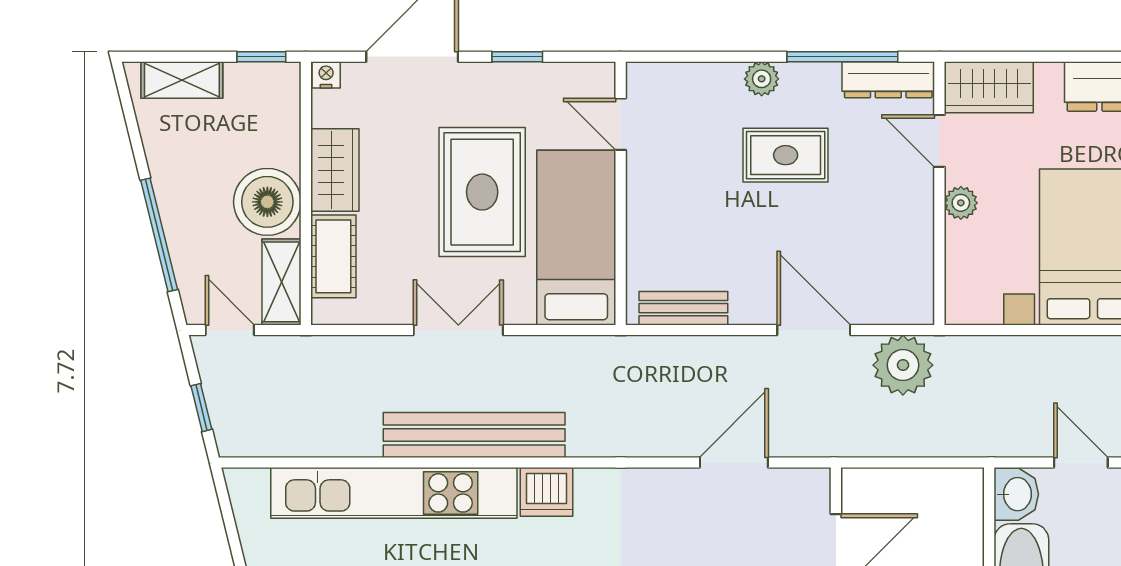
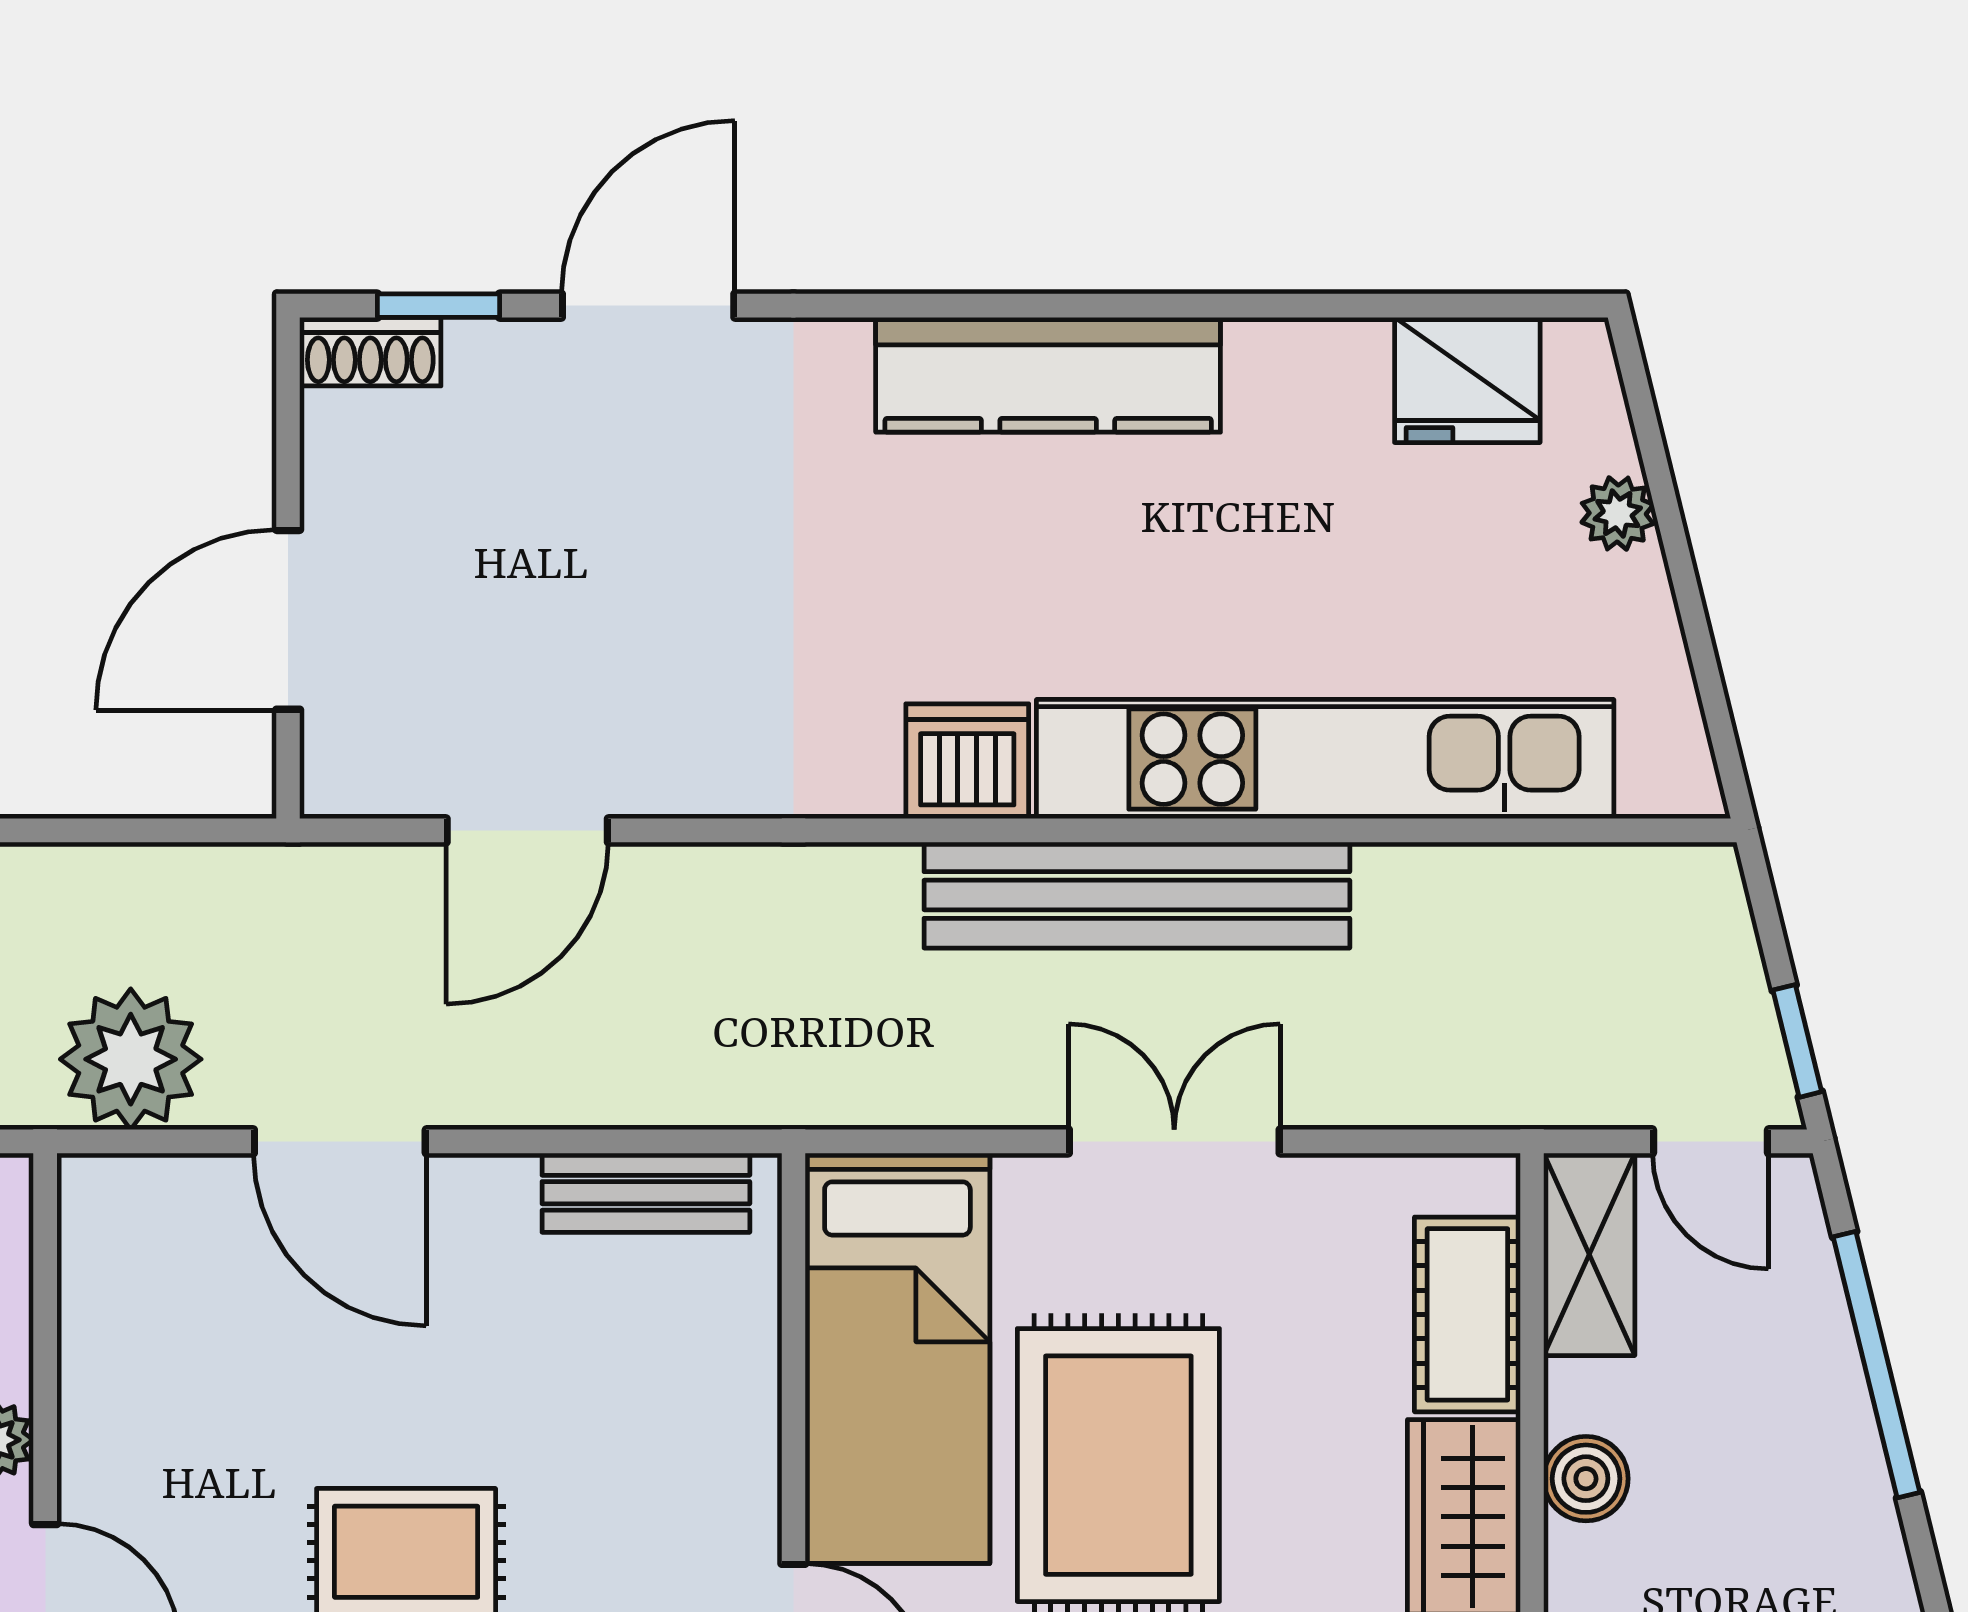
boiler: (267, 202) -> (1586, 1479), width x0.54, depth x0.54
double door: (458, 330) -> (1174, 1141), swing flipped
window: (201, 408) -> (1797, 1041), moved

